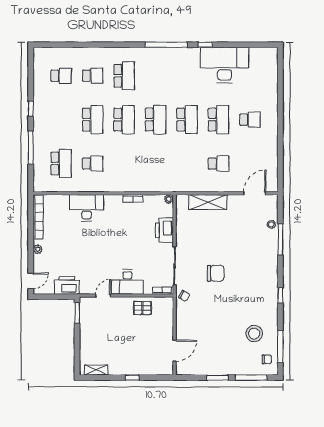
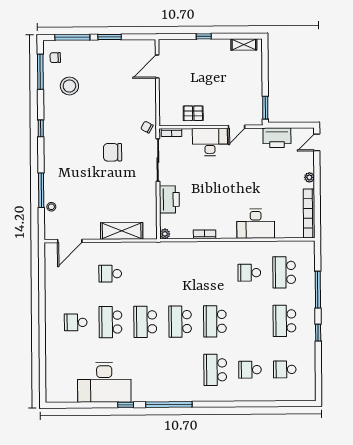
school desk: (93, 120) -> (284, 321), moved

